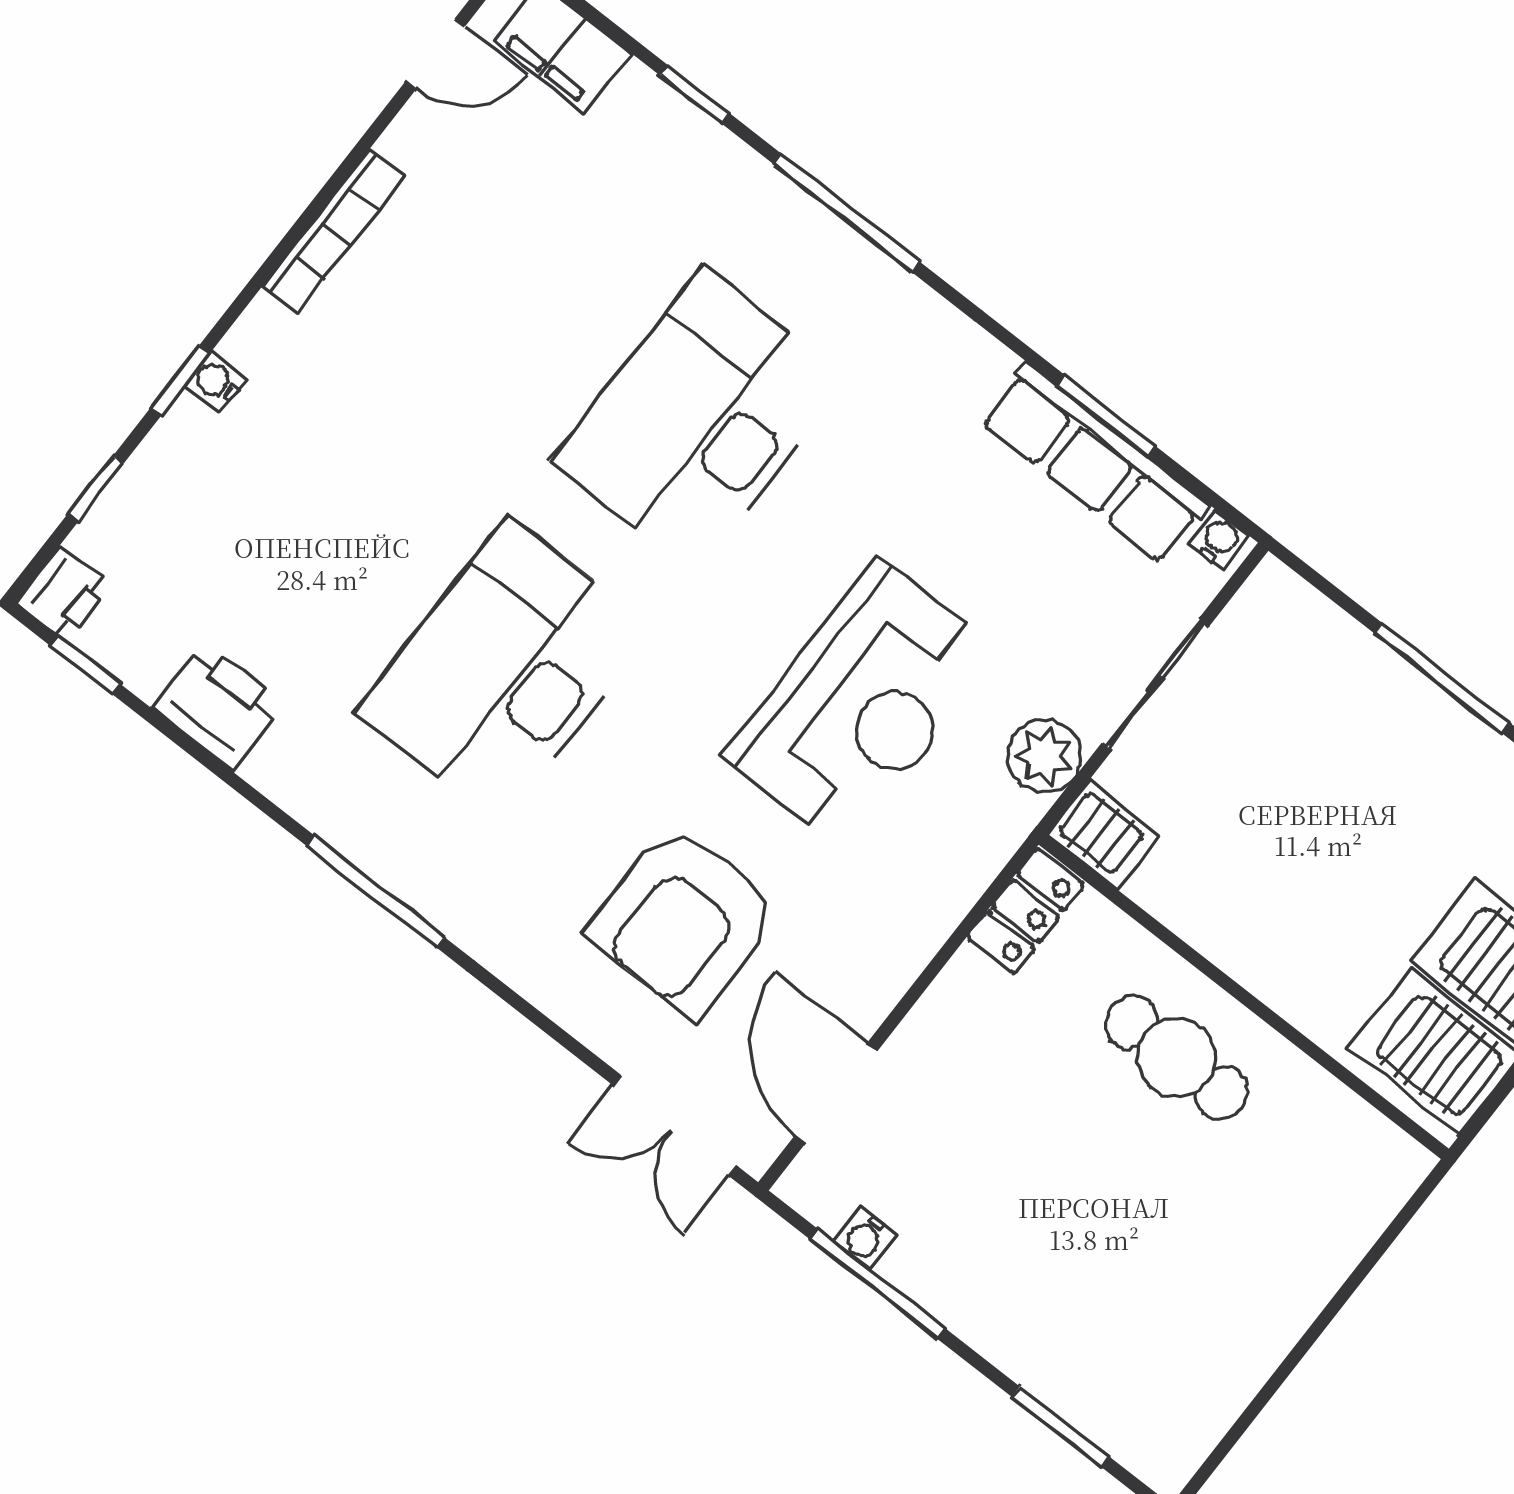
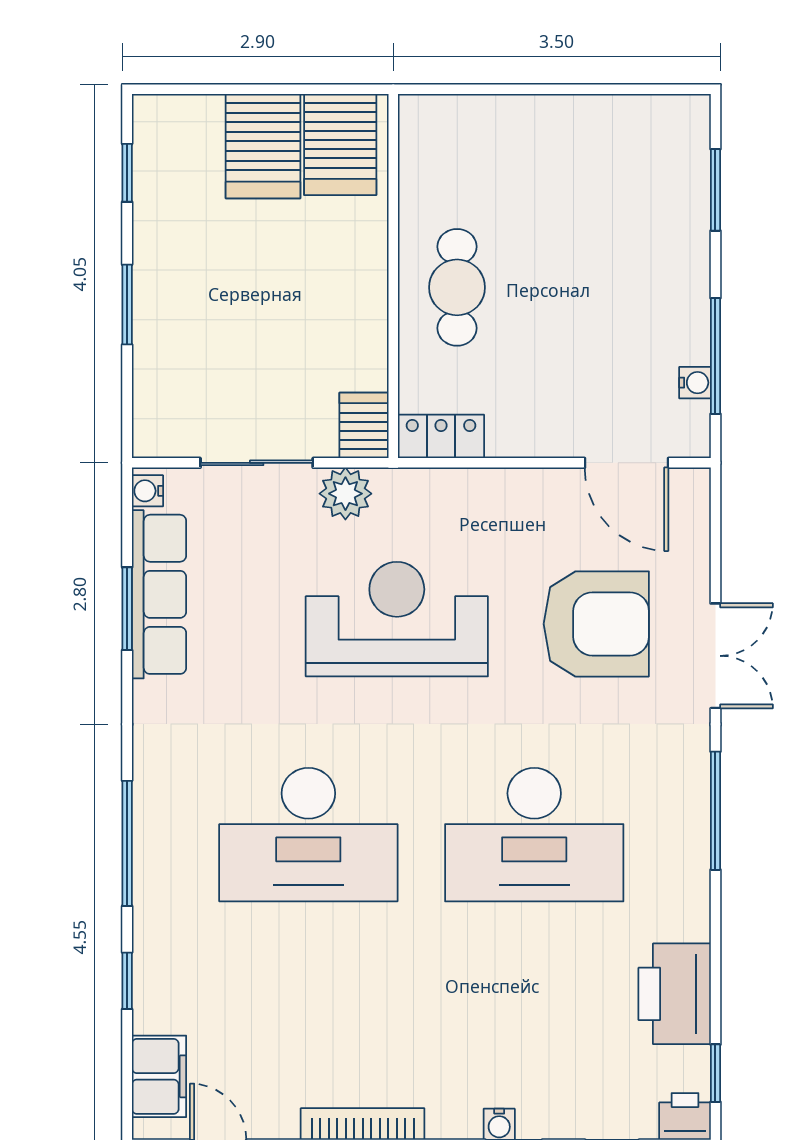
window: (1442, 678) -> (127, 305), width x0.69
printer: (218, 706) -> (675, 994), width x1.37, depth x1.19
door: (836, 1093) -> (627, 463), hinge flipped
double door: (675, 1125) -> (715, 656), moved

